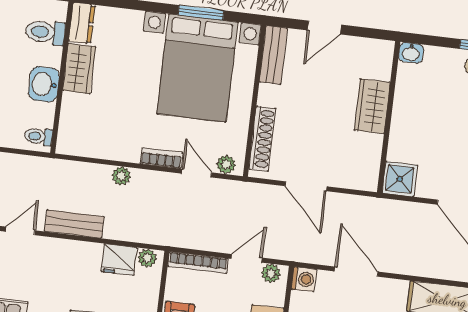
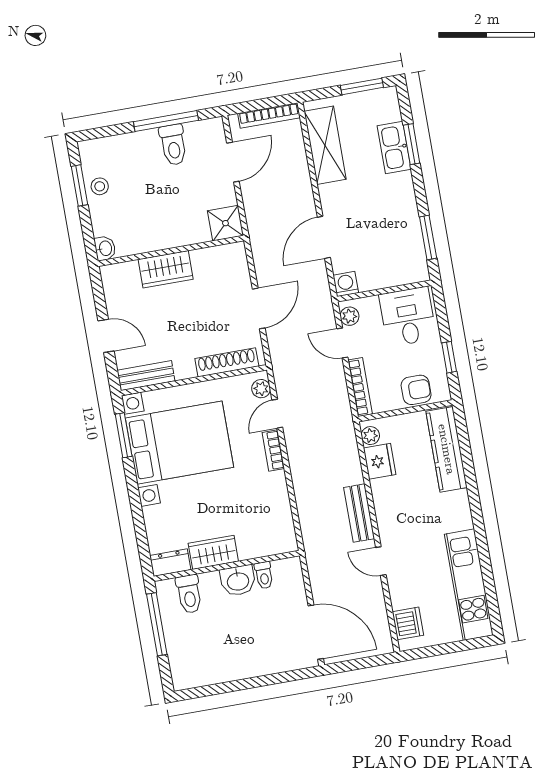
window: (201, 13) -> (124, 435), moved
toilet: (38, 136) -> (264, 575), moved
plant: (121, 176) -> (301, 483), removed

